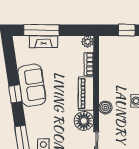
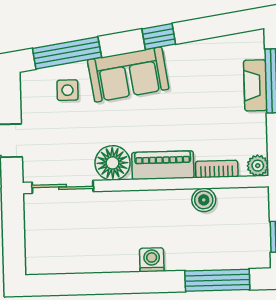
sofa: (32, 85) -> (128, 74), moved
boiler: (105, 108) -> (204, 200), moved

